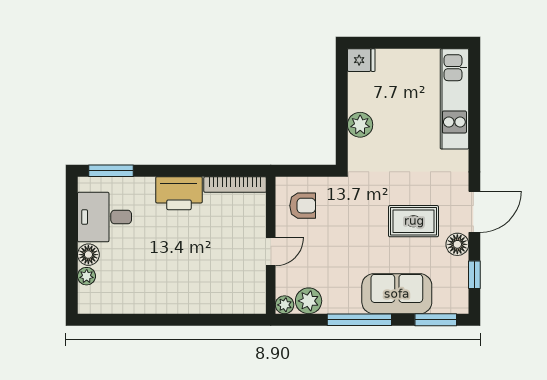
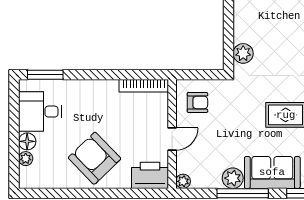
plant: (360, 125) -> (243, 53), moved
printer: (179, 193) -> (150, 175), moved, turned 180
armchair: (173, 276) -> (95, 158), added
plant: (309, 301) -> (233, 178), moved

